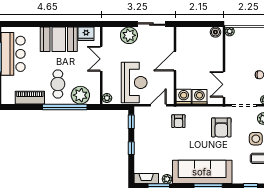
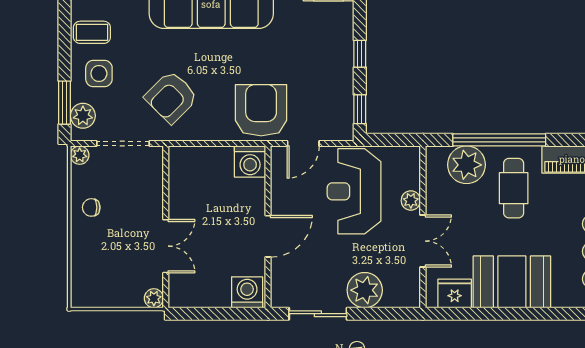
boiler: (215, 32) -> (183, 297), removed
double door: (224, 84) -> (166, 246), moved
washing machine: (199, 97) -> (247, 292), moved, turned 180
plant: (107, 98) -> (411, 201), moved
armchair: (178, 121) -> (261, 110), width x1.88, depth x1.88
armchair: (221, 127) -> (171, 97), turned -135

